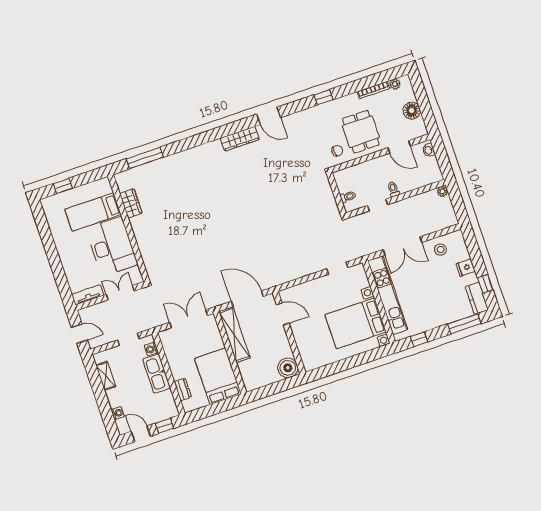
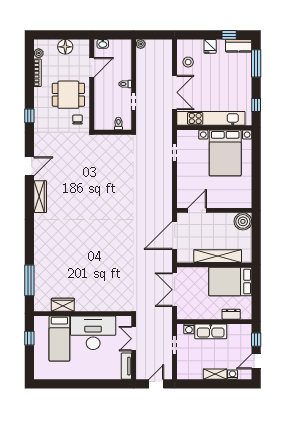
window: (63, 186) -> (29, 338), moved
shelving: (234, 335) -> (218, 256), moved
shelving: (106, 376) -> (215, 374), moved

